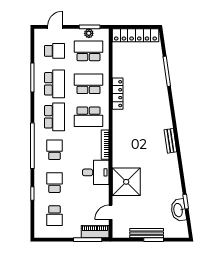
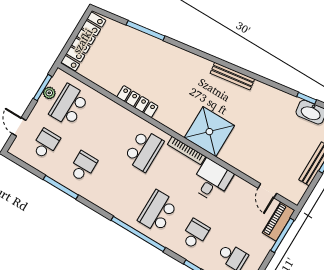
school desk: (54, 84) -> (83, 166), width x0.54
school desk: (89, 84) -> (106, 128), removed
school desk: (54, 117) -> (120, 189), removed
bench: (170, 141) -> (232, 76), width x1.36
school desk: (54, 150) -> (158, 212), width x1.85
shower: (126, 182) -> (209, 132), moved
school desk: (54, 183) -> (195, 234), turned 90

